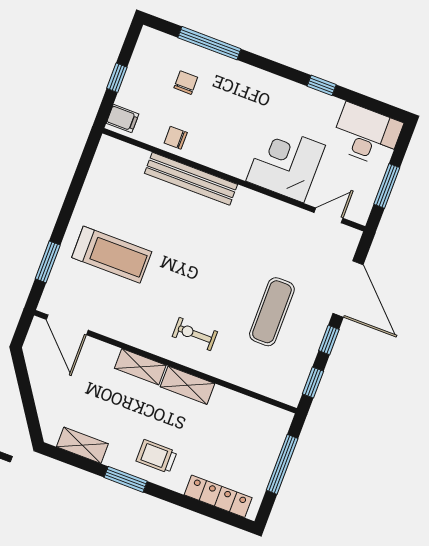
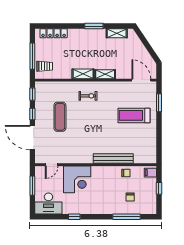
trolley: (156, 456) -> (45, 66), moved

